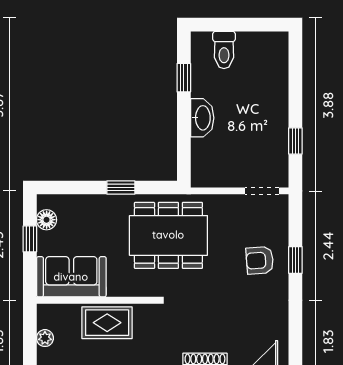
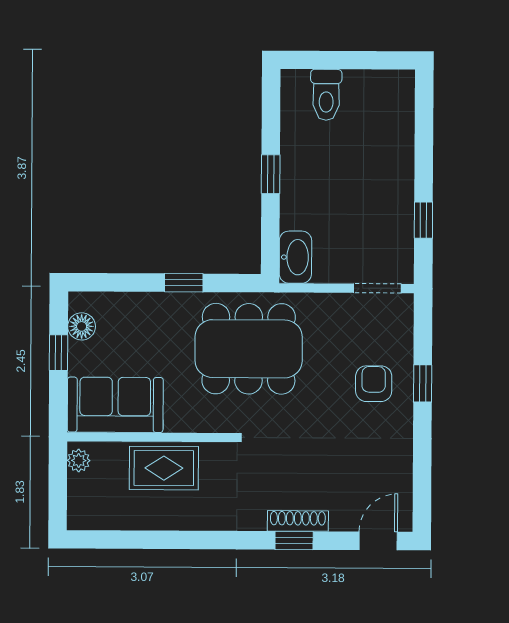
window: (184, 78) -> (271, 174), moved
washbasin: (202, 118) -> (295, 257), moved
armchair: (260, 260) -> (374, 384), turned 94
plant: (45, 338) -> (79, 460), moved

